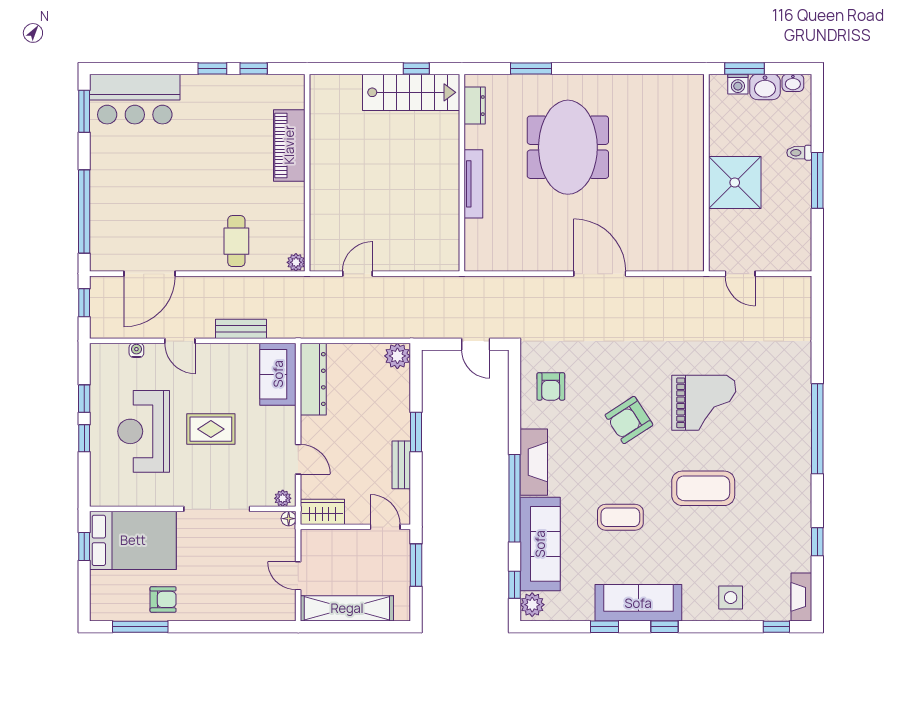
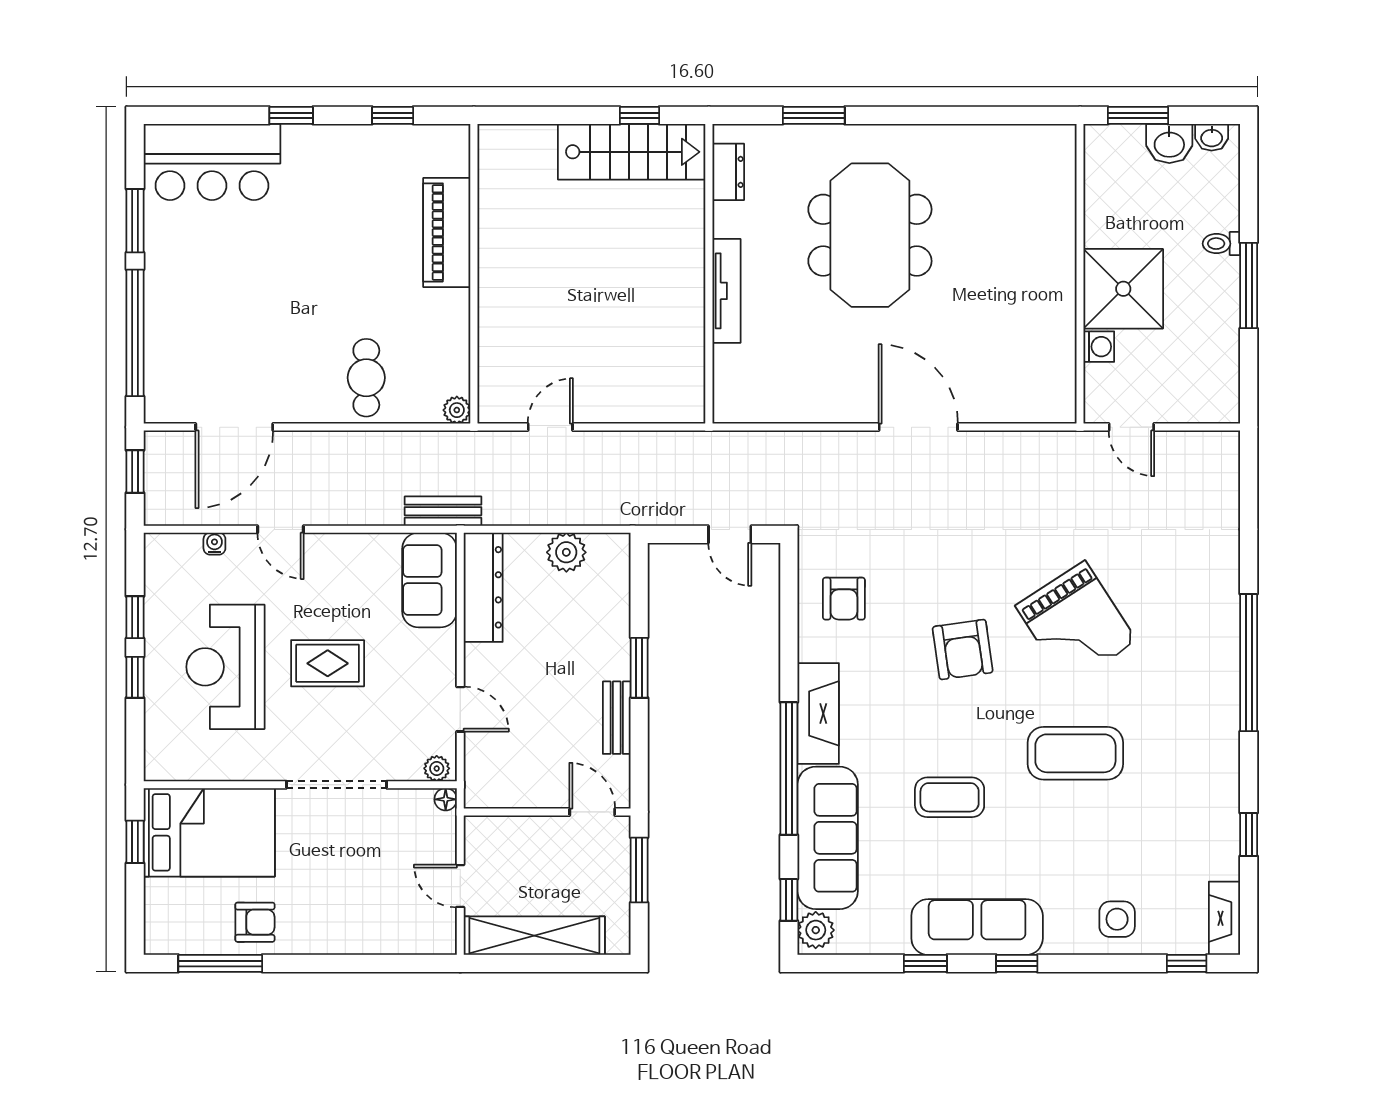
window: (212, 68) -> (291, 115), moved
washing machine: (738, 84) -> (1099, 347), moved, turned -90
window: (84, 111) -> (135, 221), moved
bench: (241, 329) -> (443, 511), moved
plant: (397, 356) -> (566, 552), moved
grand piano: (704, 403) -> (1076, 623), turned 57
armchair: (629, 420) -> (963, 650), turned -65
wardrobe: (322, 512) -> (497, 789), removed

